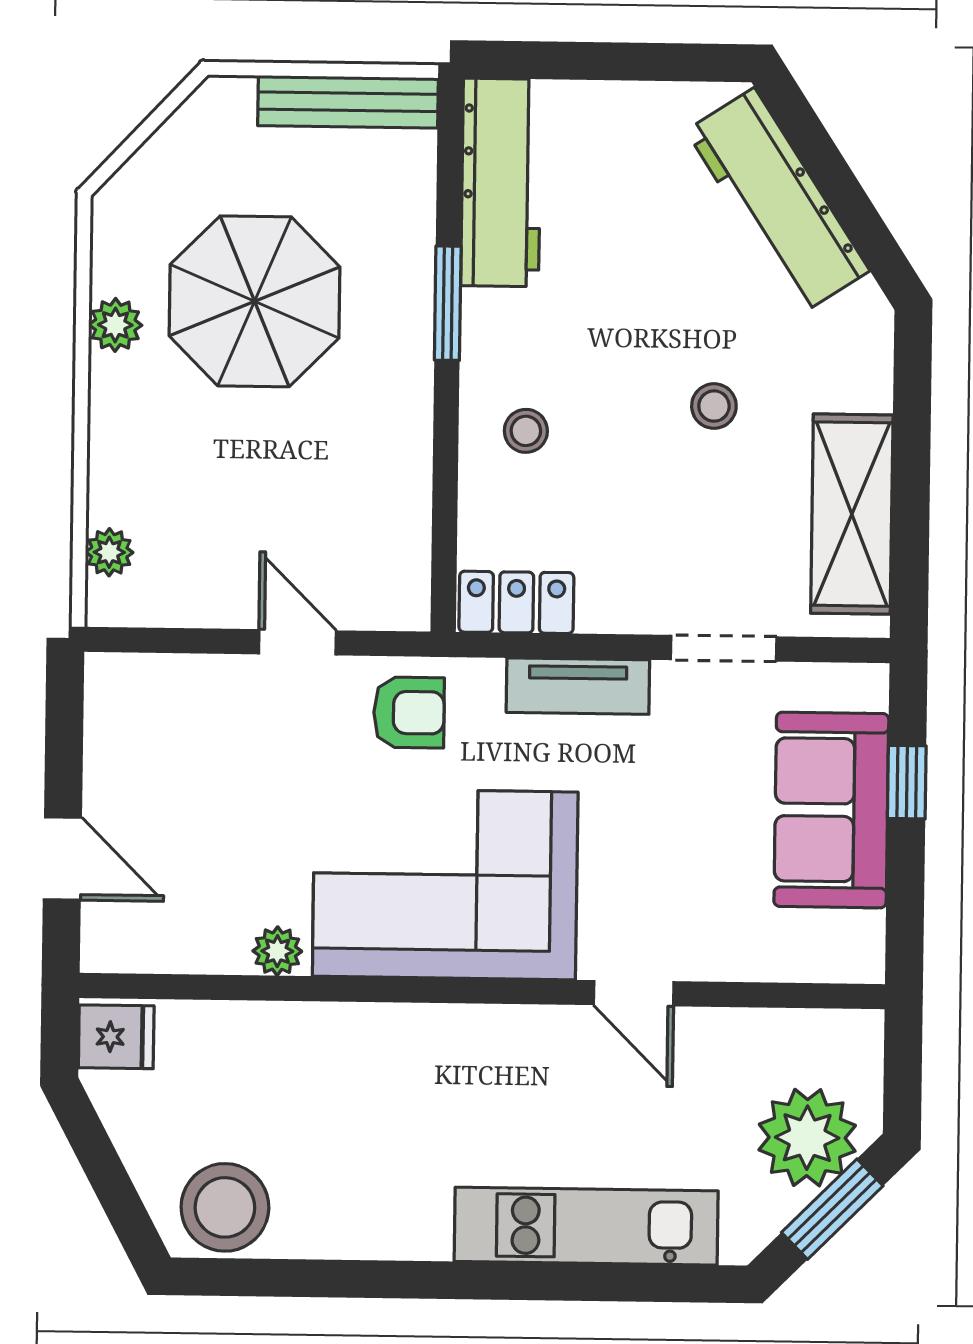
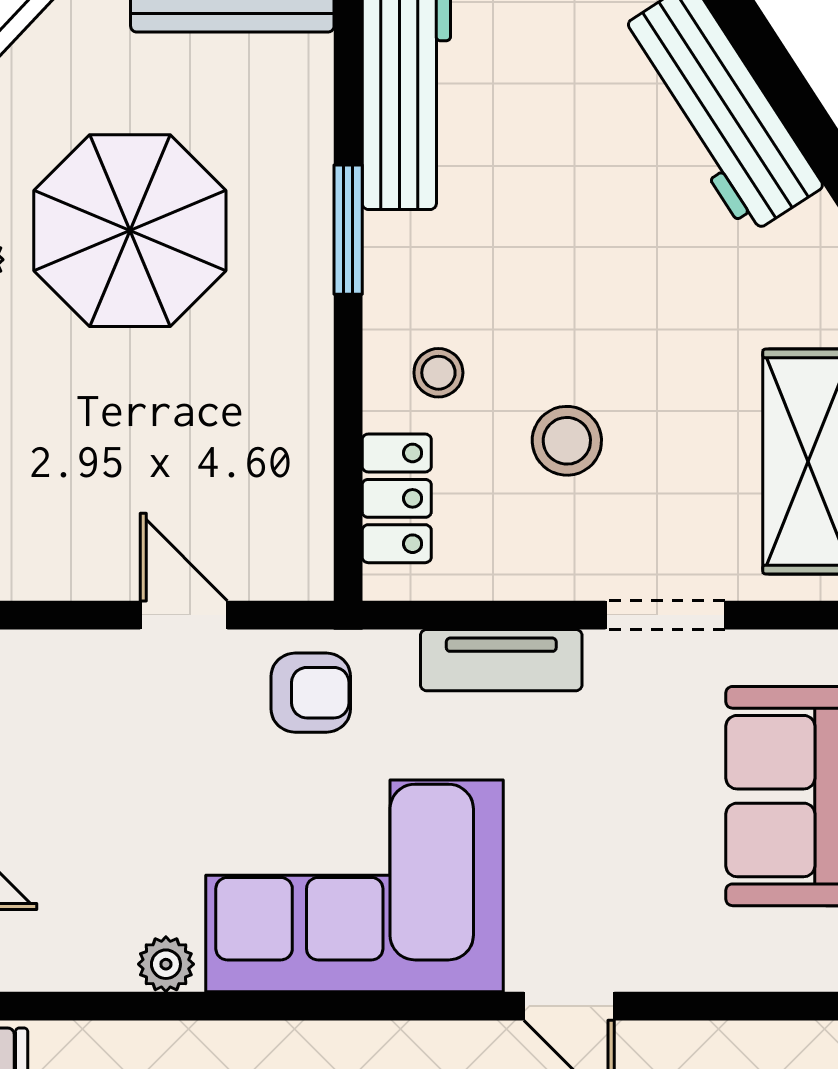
stool: (714, 406) -> (567, 441), moved, width x1.37, depth x1.37
locker: (516, 602) -> (397, 498), moved, turned 90

